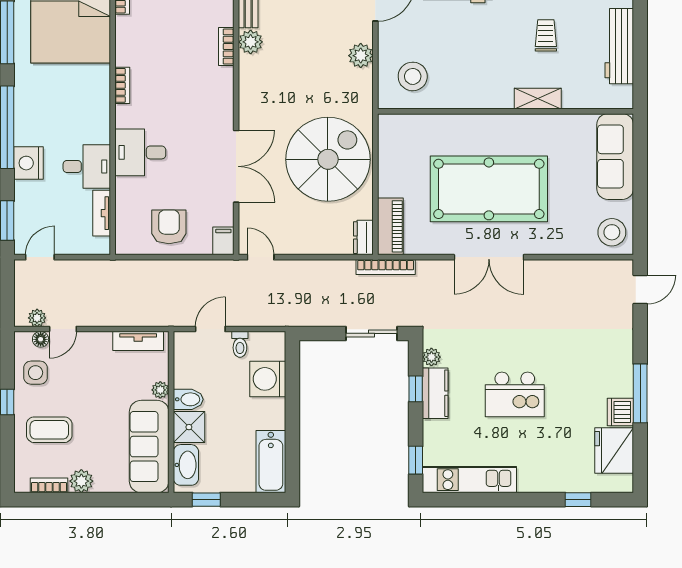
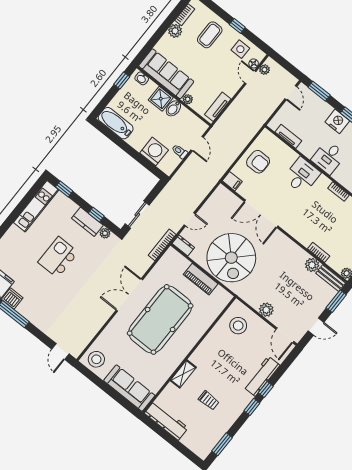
workbench: (619, 46) -> (166, 421), moved
desk: (87, 166) -> (328, 157), moved
piano: (390, 226) -> (201, 279), moved
door: (261, 257) -> (190, 219), moved
washbasin: (186, 465) -> (142, 78), width x0.52, depth x0.69

